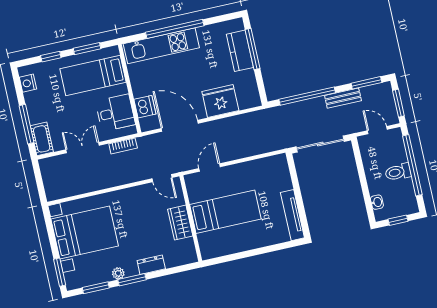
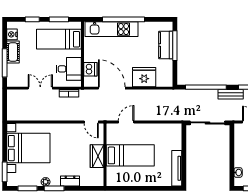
cot: (42, 139) -> (13, 52), moved

